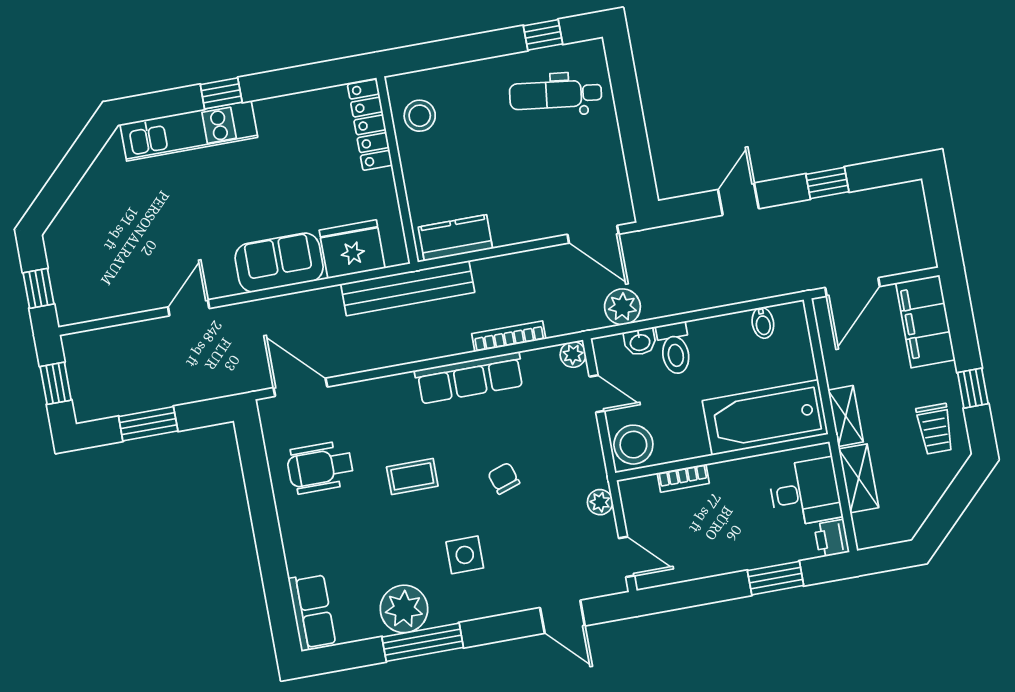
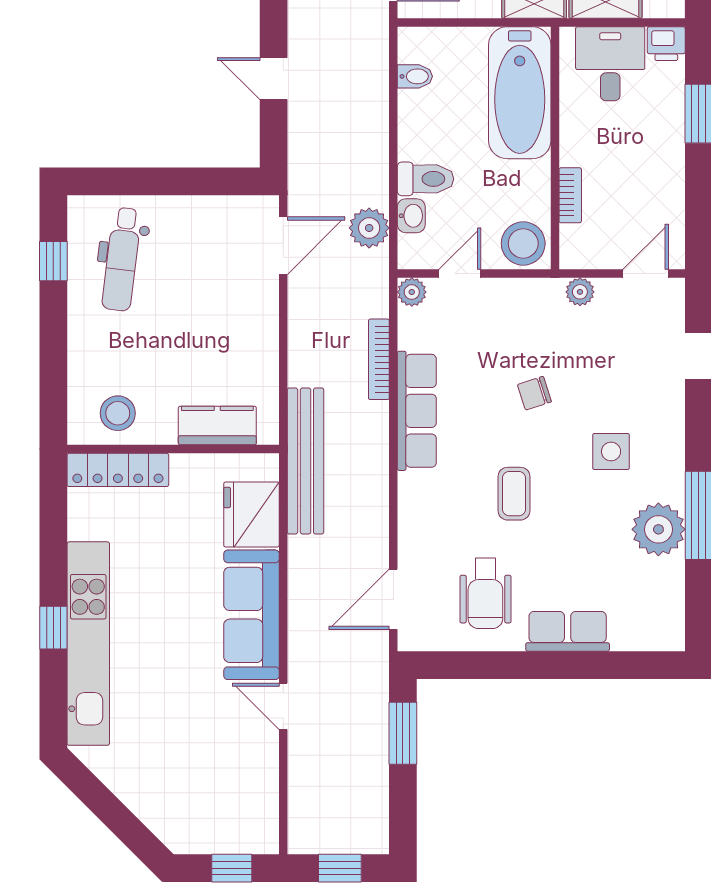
kitchen unit: (189, 131) -> (88, 644), width x1.36
kitchen counter: (455, 238) -> (217, 425), moved, turned 90
sofa: (279, 263) -> (252, 615), width x1.36
window: (148, 424) -> (403, 733), moved
row of seats: (312, 612) -> (568, 631), moved

